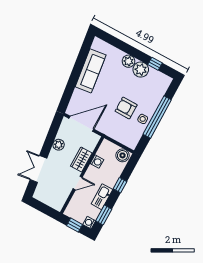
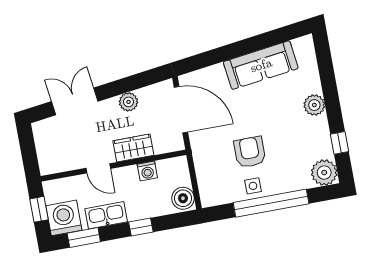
plant: (141, 70) -> (324, 173), moved
washing machine: (89, 223) -> (64, 218), width x1.89, depth x1.89

